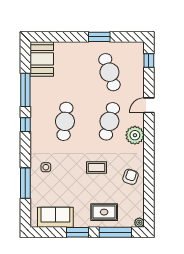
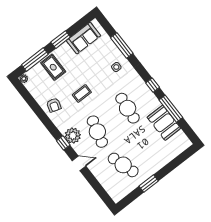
booth: (42, 59) -> (164, 123), moved
window: (149, 60) -> (63, 143), moved
door: (149, 105) -> (79, 163), hinge flipped
rug: (104, 212) -> (53, 67), turned 90

